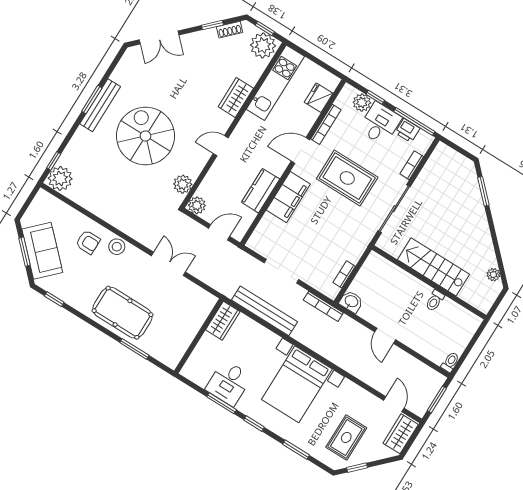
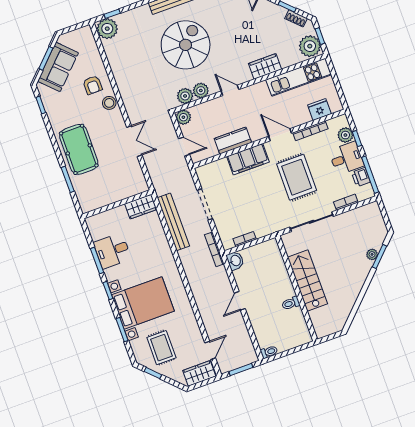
plant: (193, 167) -> (201, 90), added
plant: (493, 275) -> (372, 254), moved
bed with nightstands: (297, 384) -> (143, 303), moved, turned 180
rug: (346, 438) -> (161, 348), turned 90

